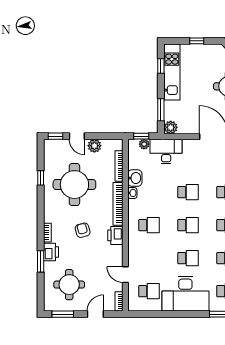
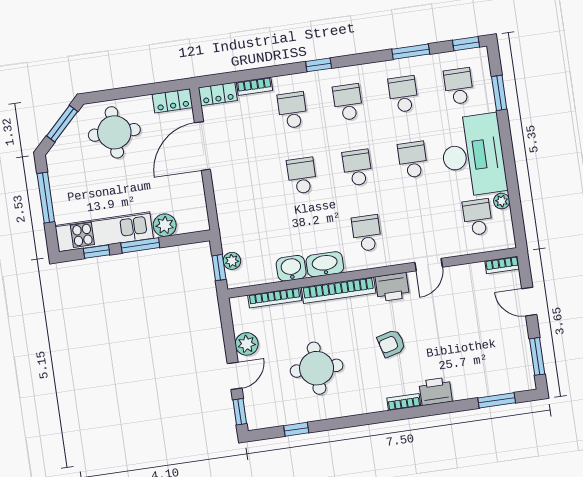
window: (197, 41) -> (46, 198), width x2.17
window: (161, 110) -> (140, 245), moved
plant: (171, 127) -> (165, 225), moved
desk: (166, 152) -> (239, 222), removed
window: (41, 178) -> (296, 429), moved
round table: (74, 185) -> (317, 368), width x0.73, depth x0.73
washbasin: (132, 193) -> (325, 264), width x1.91, depth x1.45
window: (41, 261) -> (497, 400), moved
door: (125, 275) -> (429, 265), moved
round table: (69, 285) -> (486, 353), removed
plant: (156, 307) -> (502, 201), added

